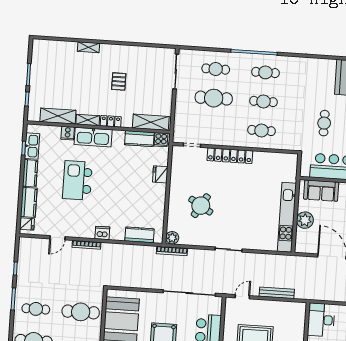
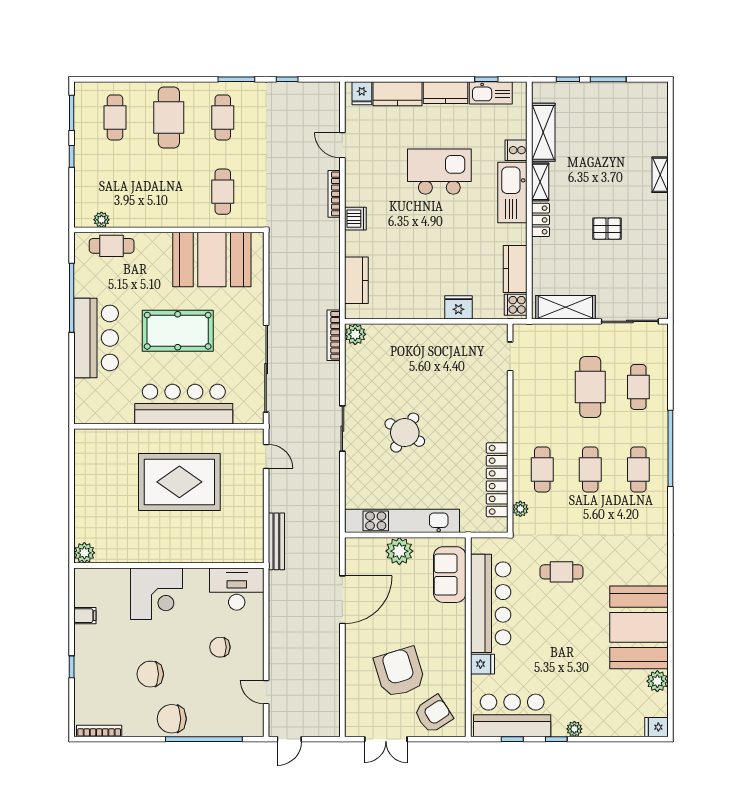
shelving: (151, 122) -> (565, 307), moved, turned 90
plant: (284, 145) -> (520, 509), added
locker: (230, 156) -> (497, 480), moved
round table: (201, 206) -> (405, 433), moved
bench: (277, 293) -> (276, 541), moved
cafe table: (81, 312) -> (223, 192), width x0.73, depth x0.74

